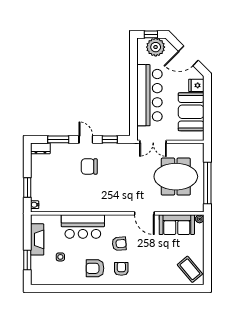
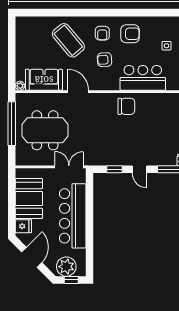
door: (188, 56) -> (32, 257), hinge flipped
chair: (89, 166) -> (126, 106), moved
coffee table: (190, 269) -> (68, 40), moved, width x1.36, depth x1.32

